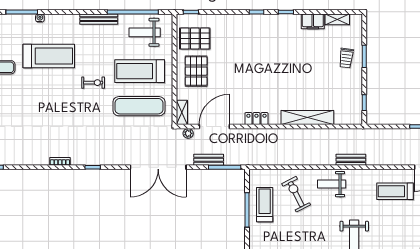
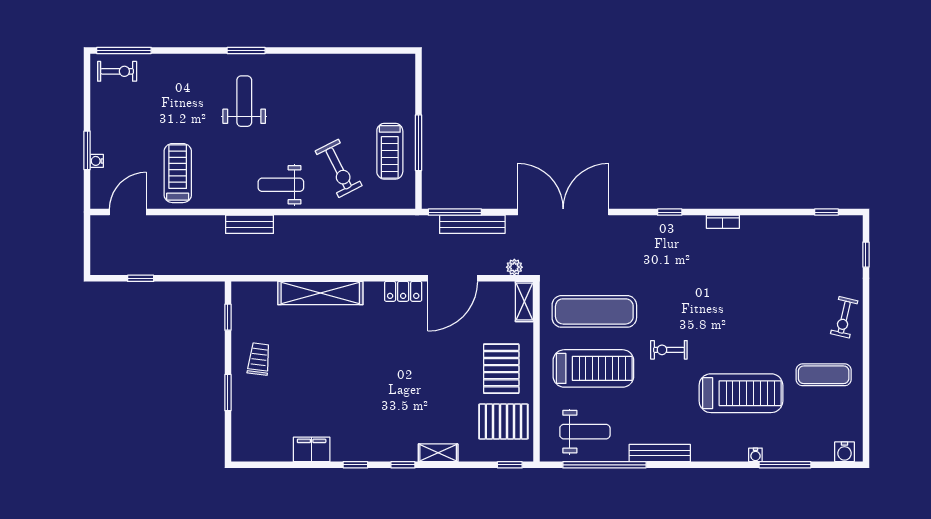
shelving: (337, 19) -> (438, 453), moved
treadmill: (49, 56) -> (741, 393), turned 180
trolley: (346, 58) -> (259, 359), moved
door: (214, 127) -> (453, 278), moved
bench: (209, 160) -> (472, 224), width x1.36
weight bench: (332, 184) -> (281, 185), turned 180
treadmill: (395, 191) -> (178, 173), turned -90

